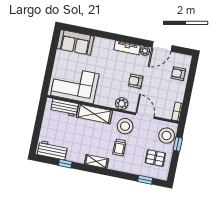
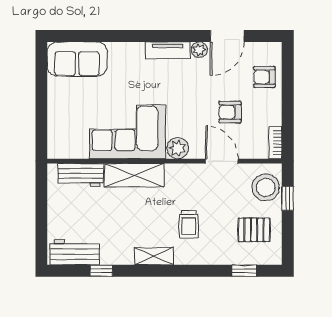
armchair: (136, 81) -> (230, 112), moved
corner sofa: (75, 85) -> (128, 132), moved
stool: (125, 126) -> (191, 186), removed

